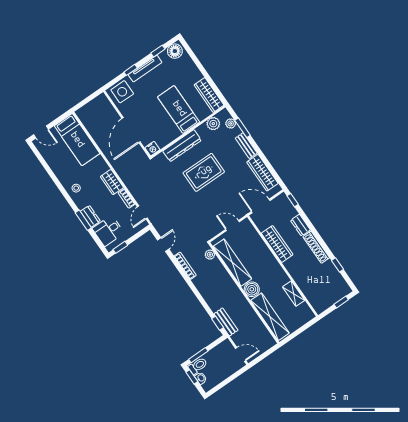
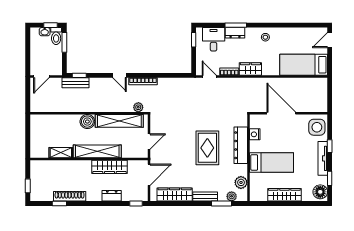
wardrobe: (209, 95) -> (284, 195), moved
nightstand: (152, 149) -> (255, 134), moved
door: (163, 245) -> (119, 75), moved
shoe rack: (316, 247) -> (70, 196), moved
shelving: (270, 317) -> (97, 151), moved

